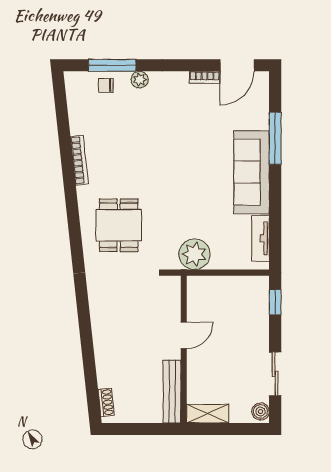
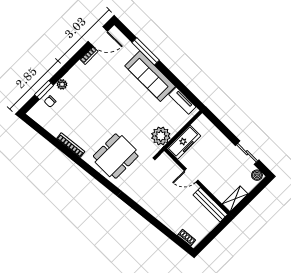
window: (112, 65) -> (44, 90), width x0.69
door: (237, 65) -> (98, 36), hinge flipped
dining table: (119, 225) -> (116, 156), width x1.38
freezer: (214, 288) -> (184, 142), added
window: (275, 302) -> (216, 122), removed
door: (184, 335) -> (191, 175), swing flipped

